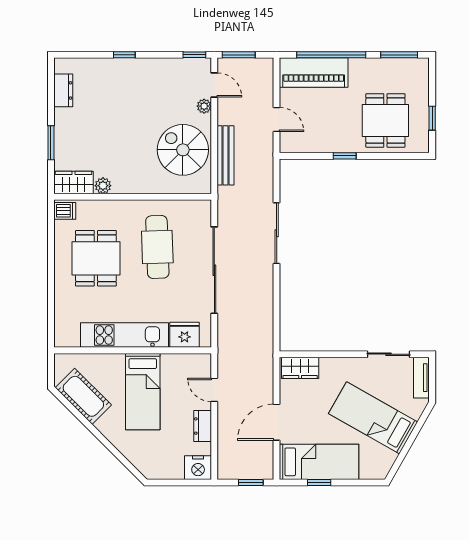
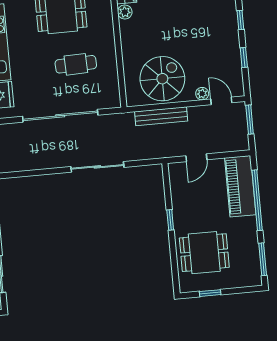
window: (194, 55) -> (244, 57), moved
door: (214, 85) -> (221, 101), swing flipped
cafe table: (157, 247) -> (76, 64), width x0.73, depth x0.74

